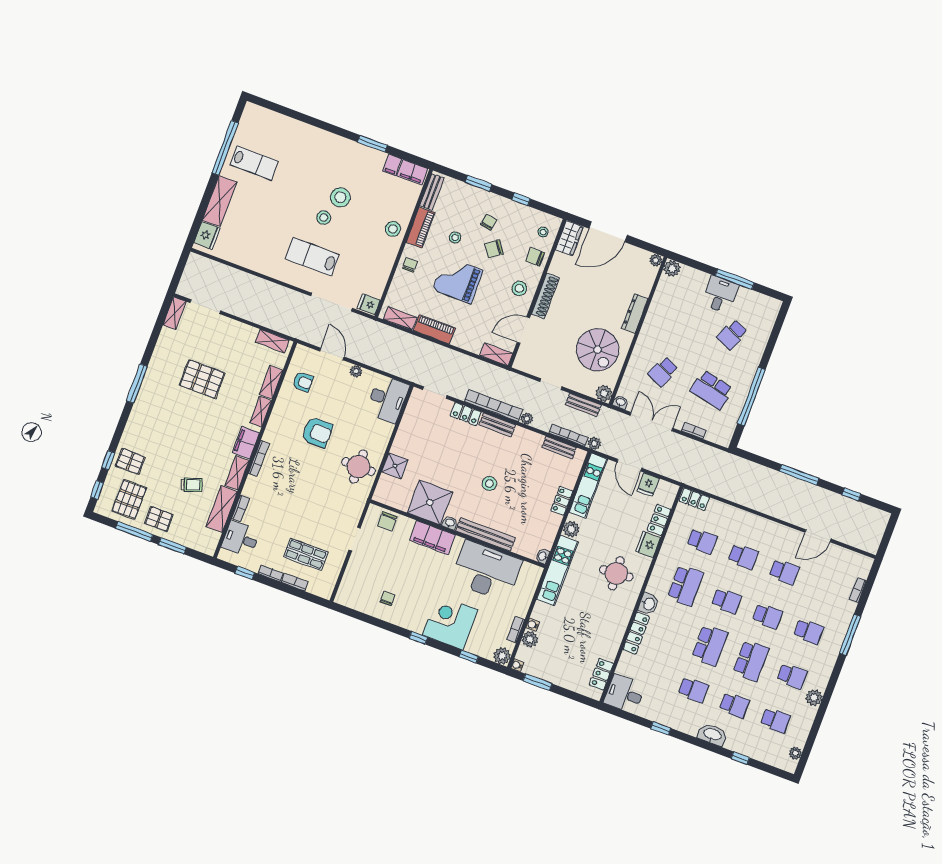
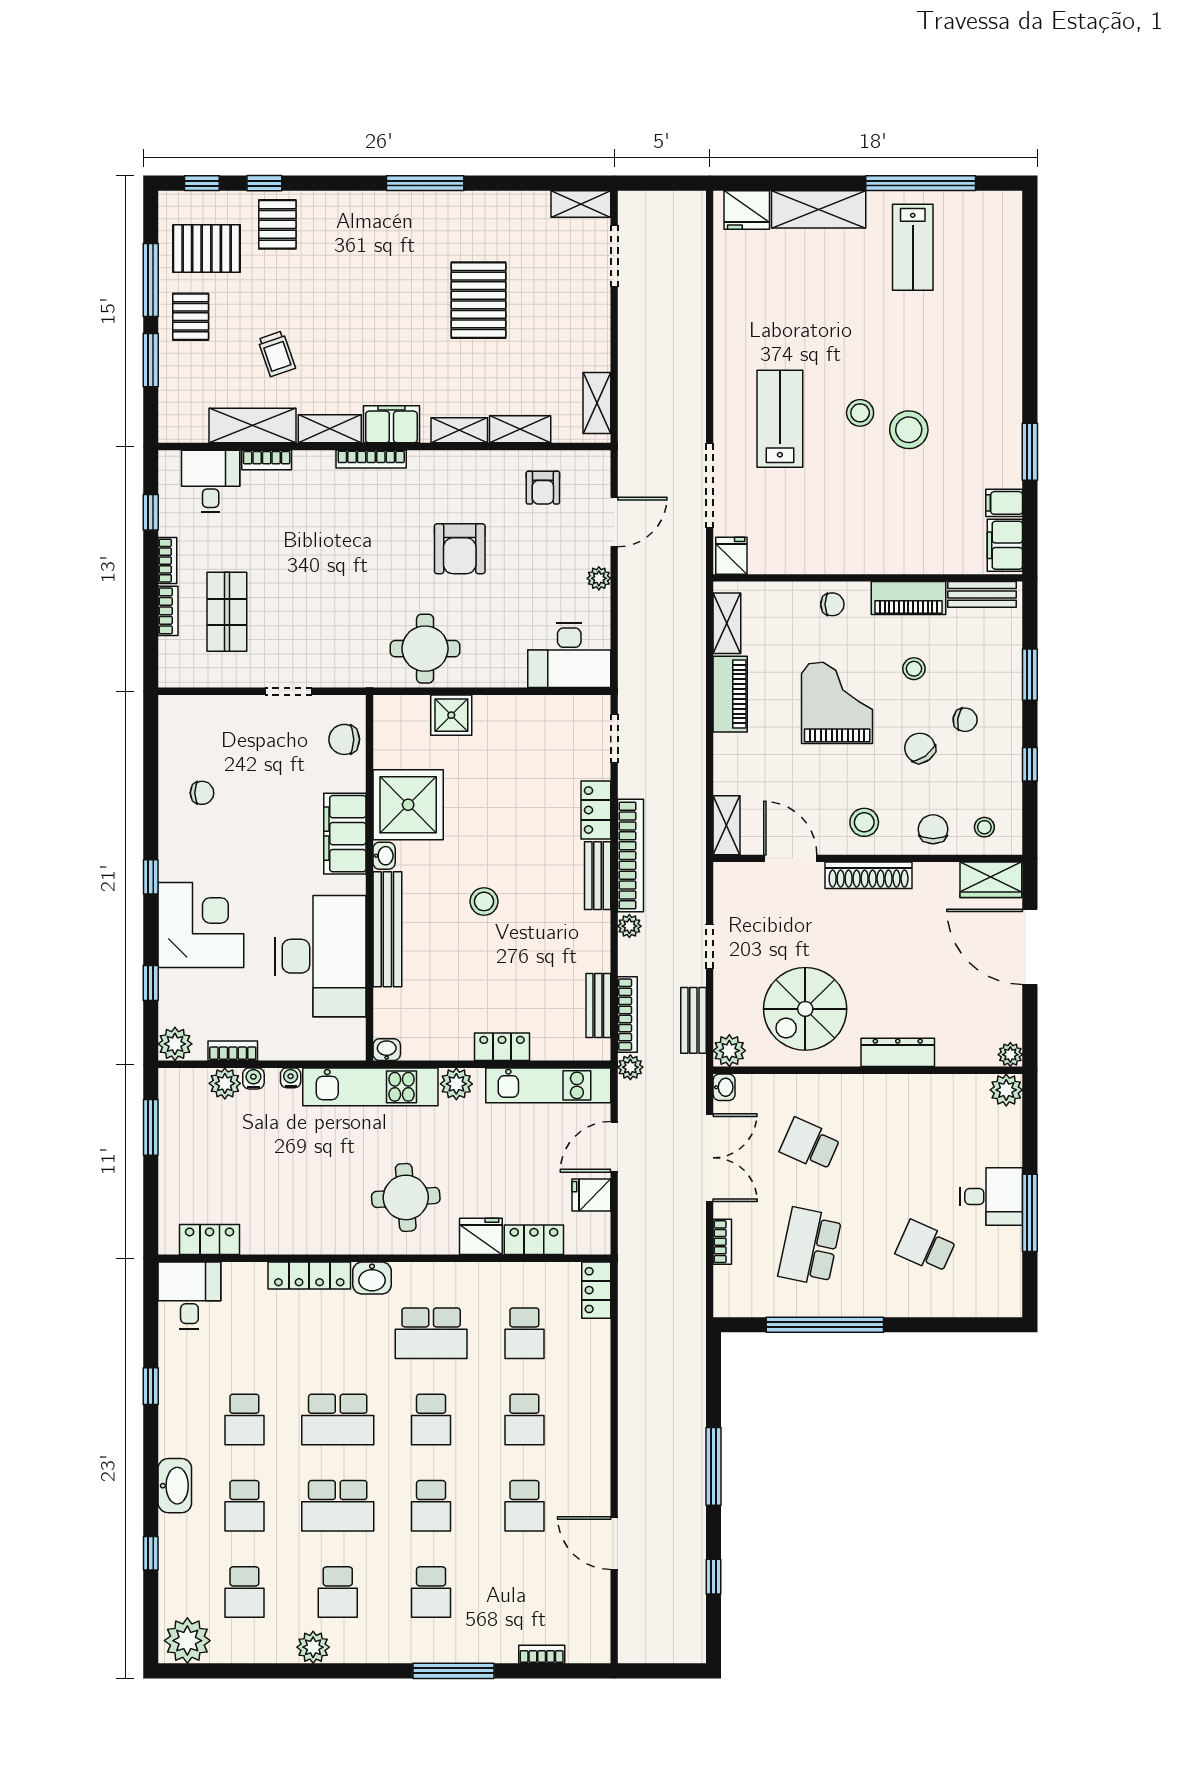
stool: (393, 229) -> (887, 548), removed
water cooler: (517, 665) -> (291, 1078), moved
plant: (795, 753) -> (187, 1641), width x1.88, depth x1.88

